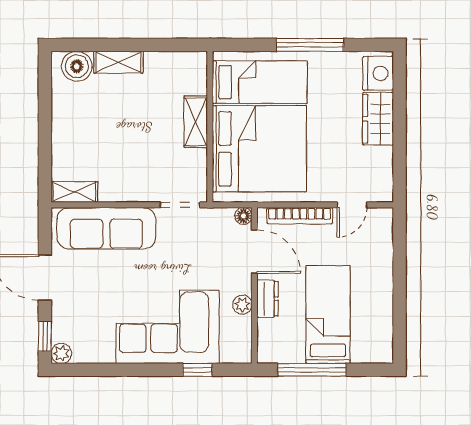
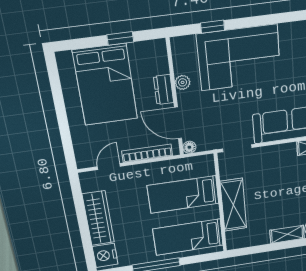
wardrobe: (378, 119) -> (98, 218), width x1.50
shelving: (196, 122) -> (233, 205), width x1.50, depth x1.33
bed: (259, 149) -> (183, 194), width x0.49
bed: (328, 315) -> (105, 85), width x1.50
window: (312, 370) -> (120, 38), width x0.46

